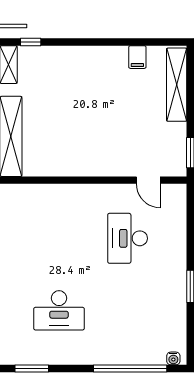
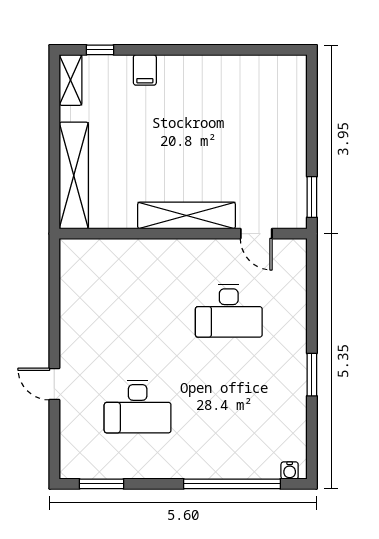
filing cabinet: (137, 57) -> (145, 70), moved
shelving: (177, 85) -> (187, 215), moved, turned 90
desk: (128, 238) -> (229, 311), turned -90

